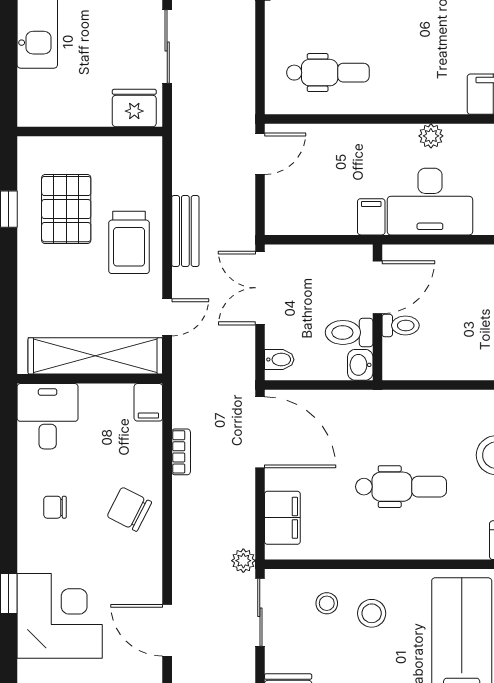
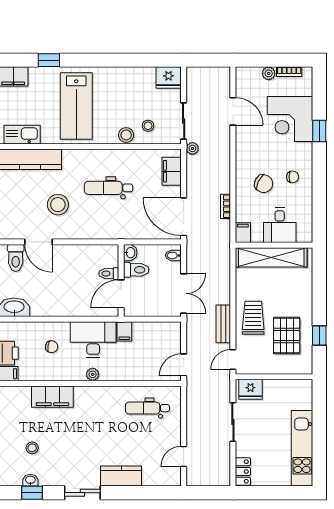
door: (167, 317) -> (233, 360), moved
desk: (48, 416) -> (280, 225), moved
chair: (129, 509) -> (264, 184), moved
stool: (372, 613) -> (126, 135), moved

